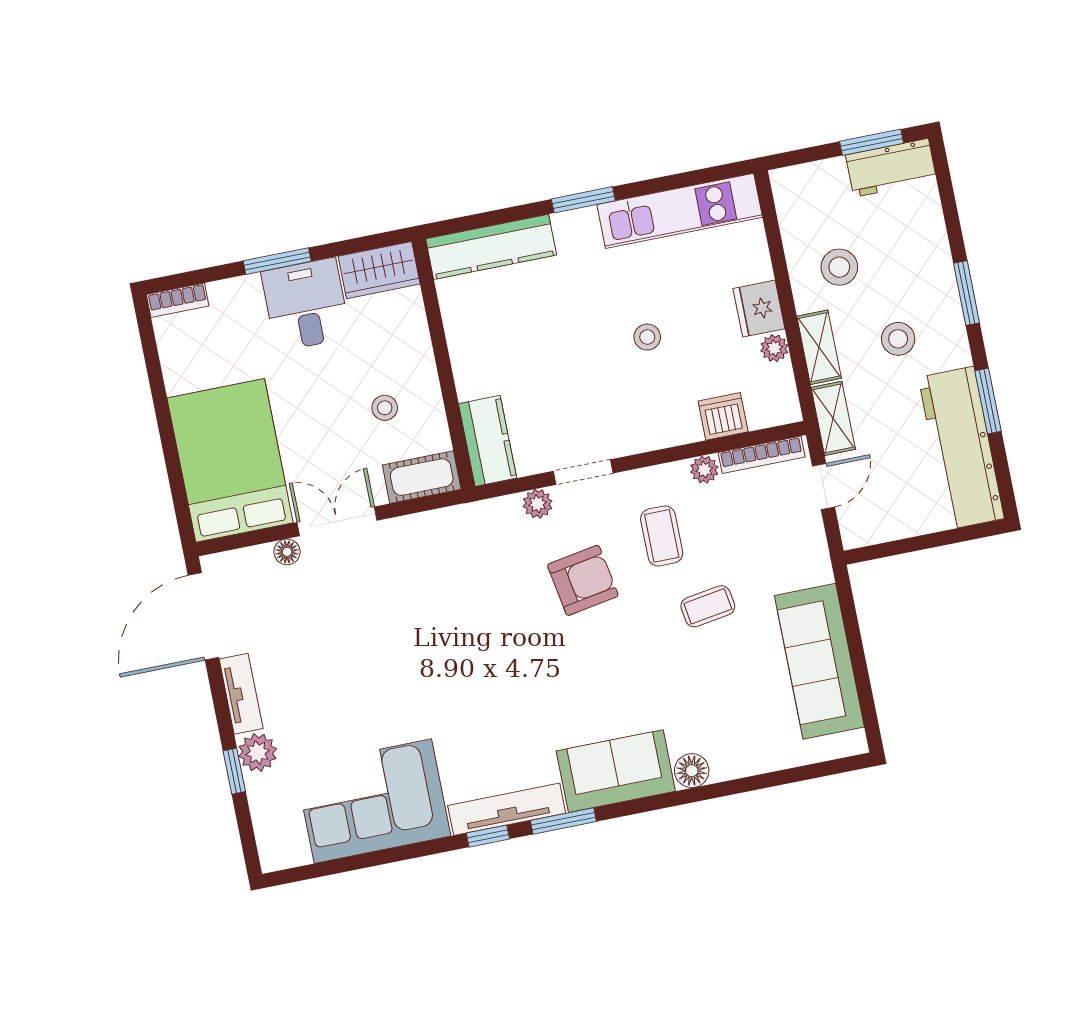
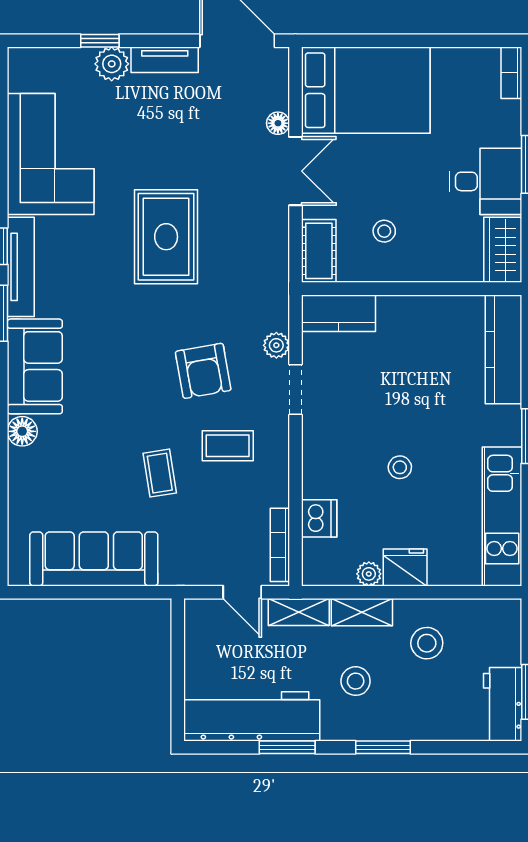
plant: (704, 470) -> (277, 493), removed
rug: (440, 652) -> (166, 237), added

